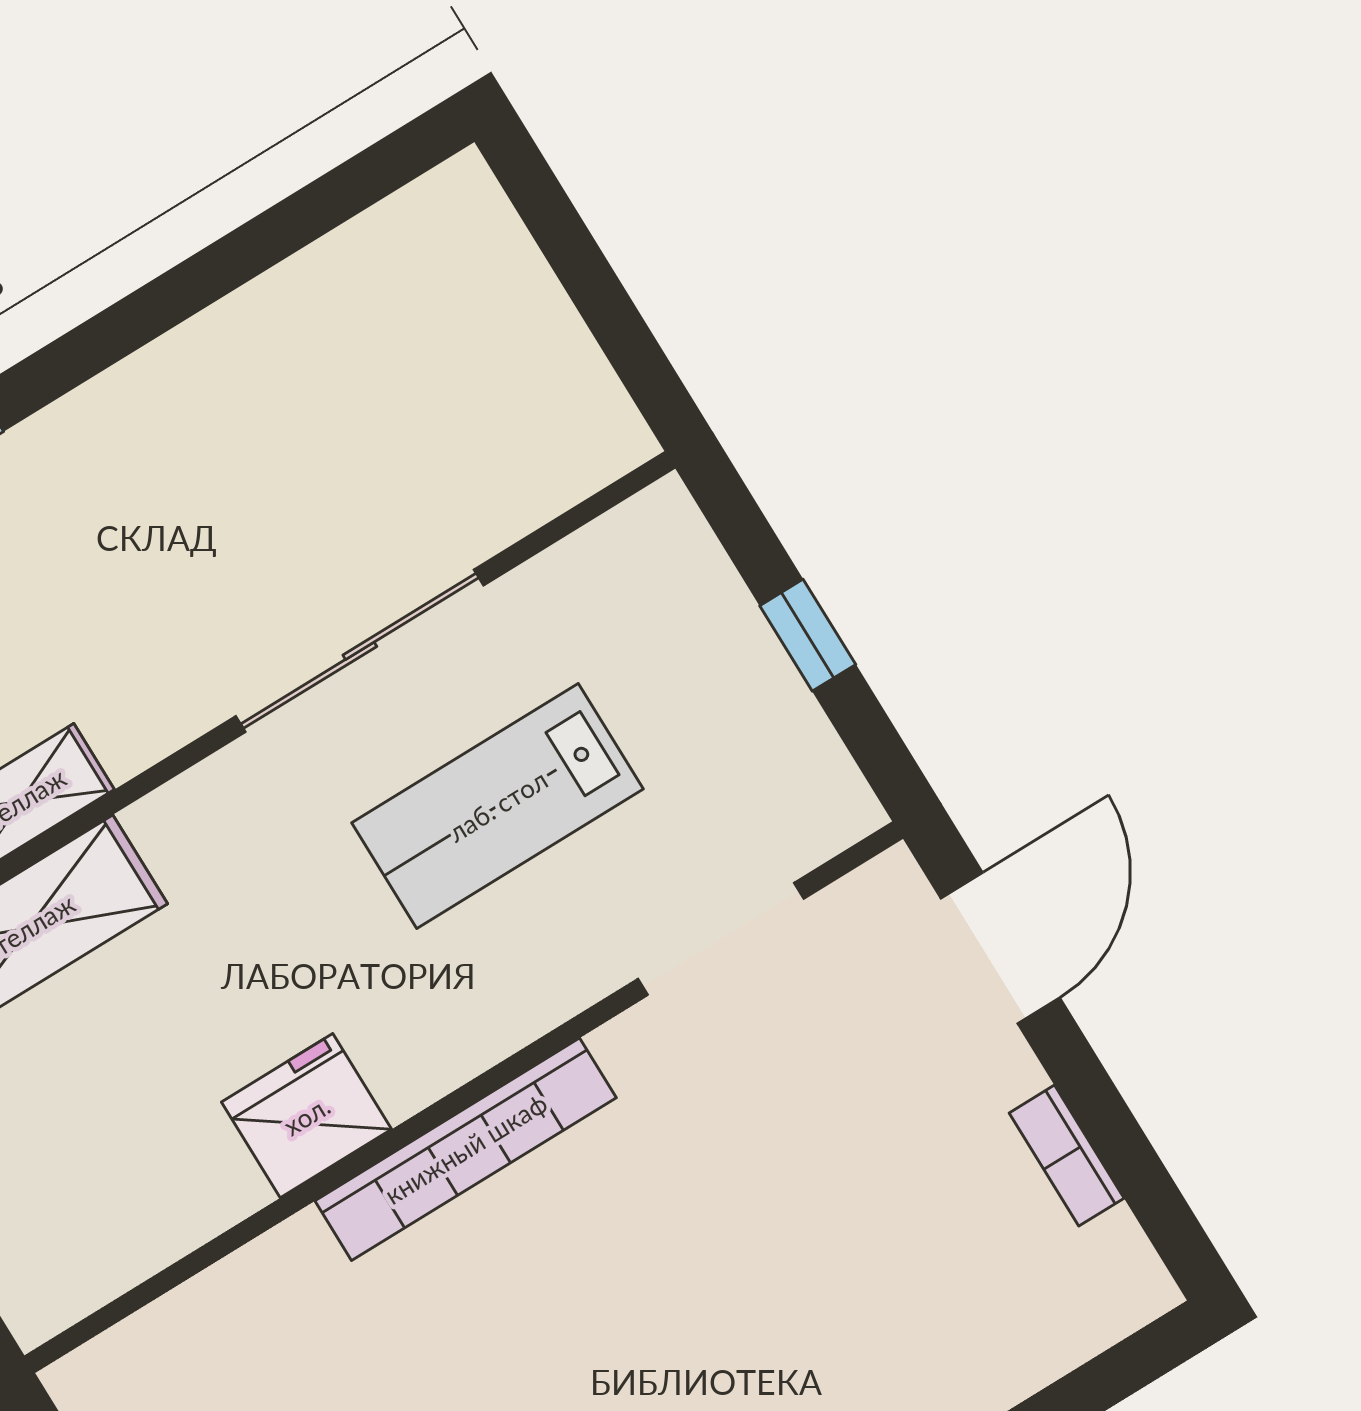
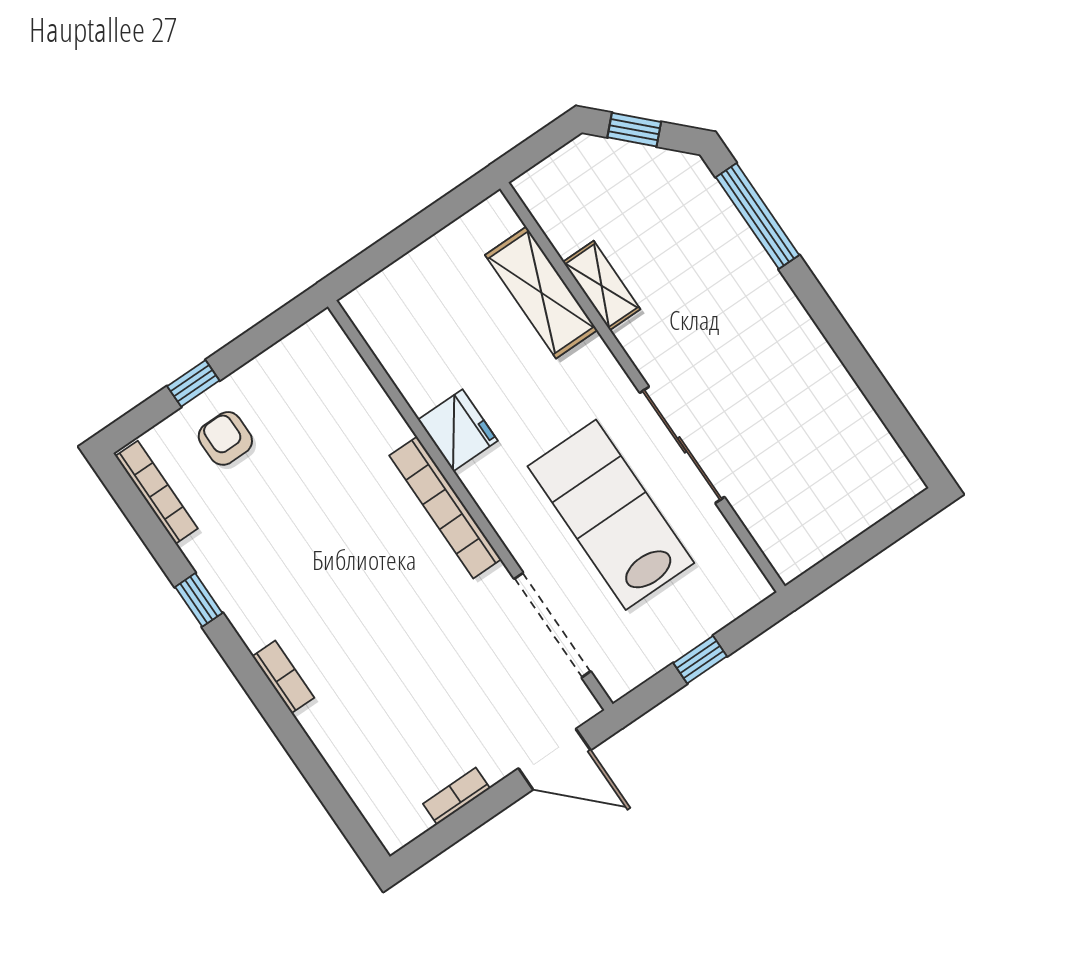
lab bench: (498, 806) -> (611, 515), width x1.36, depth x1.39
doorway: (721, 939) -> (552, 625), width x1.36

